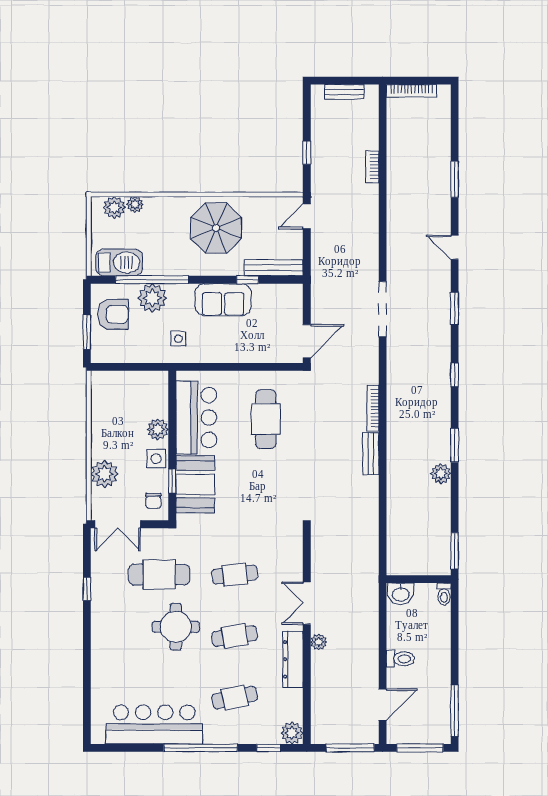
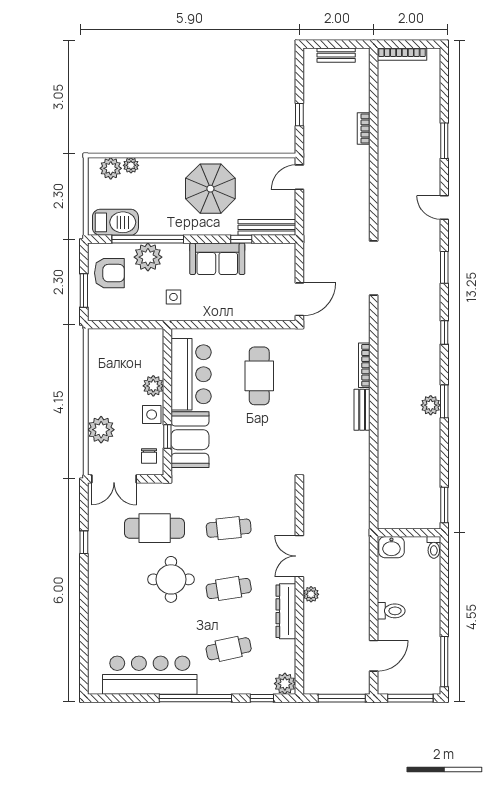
plant: (441, 474) -> (431, 405), moved

